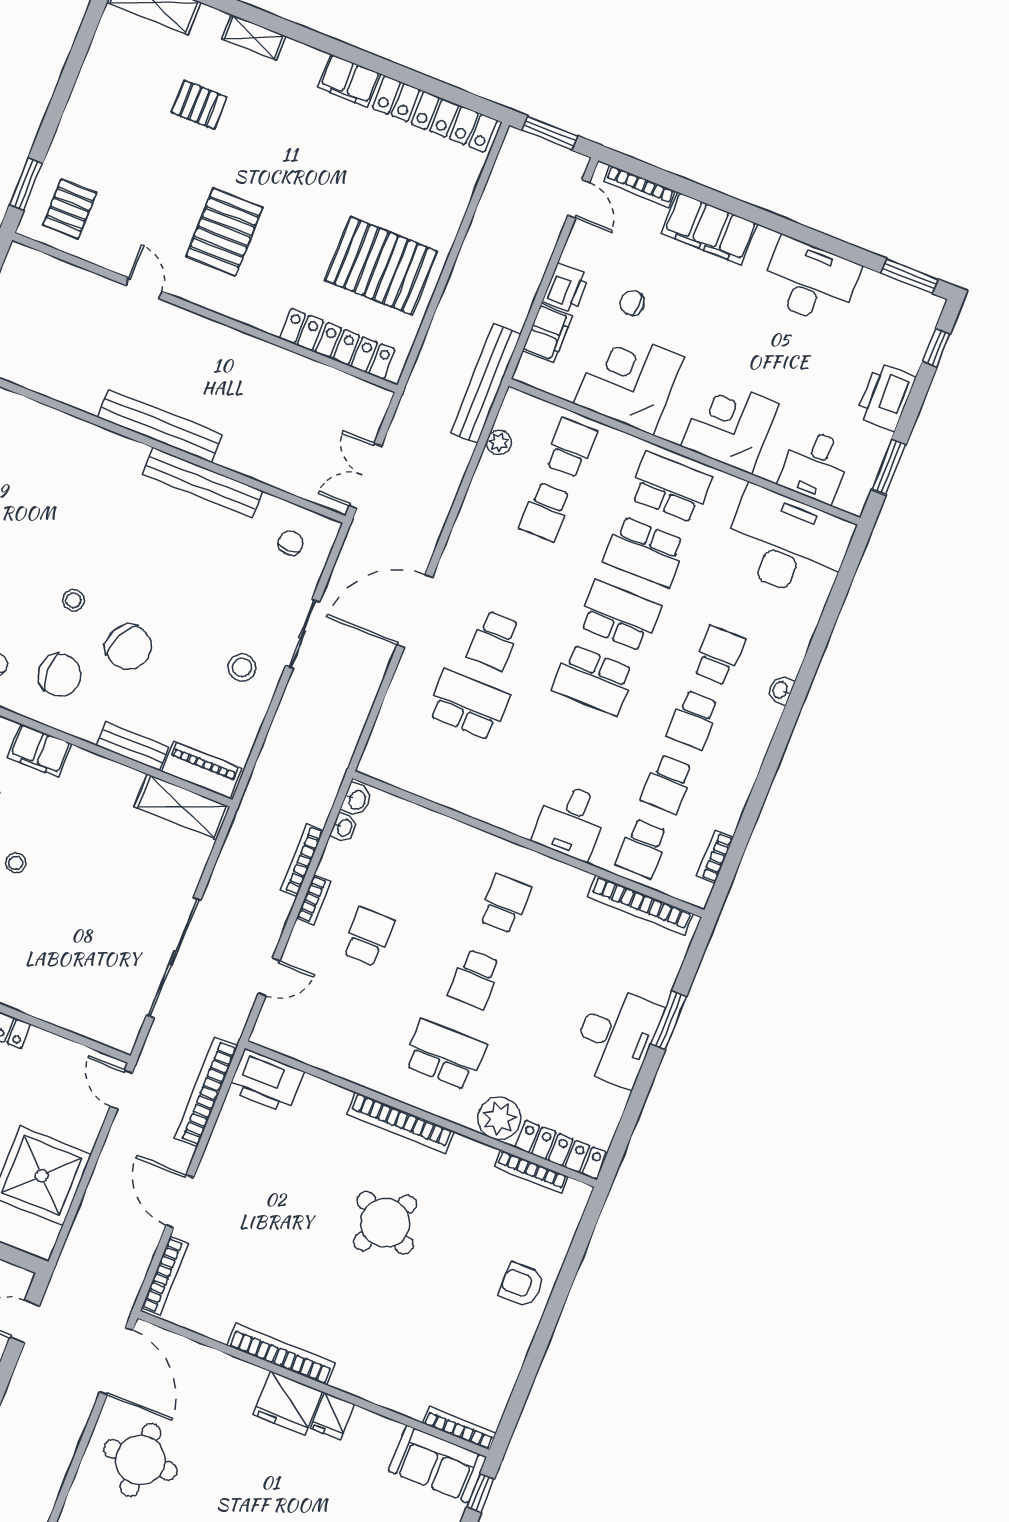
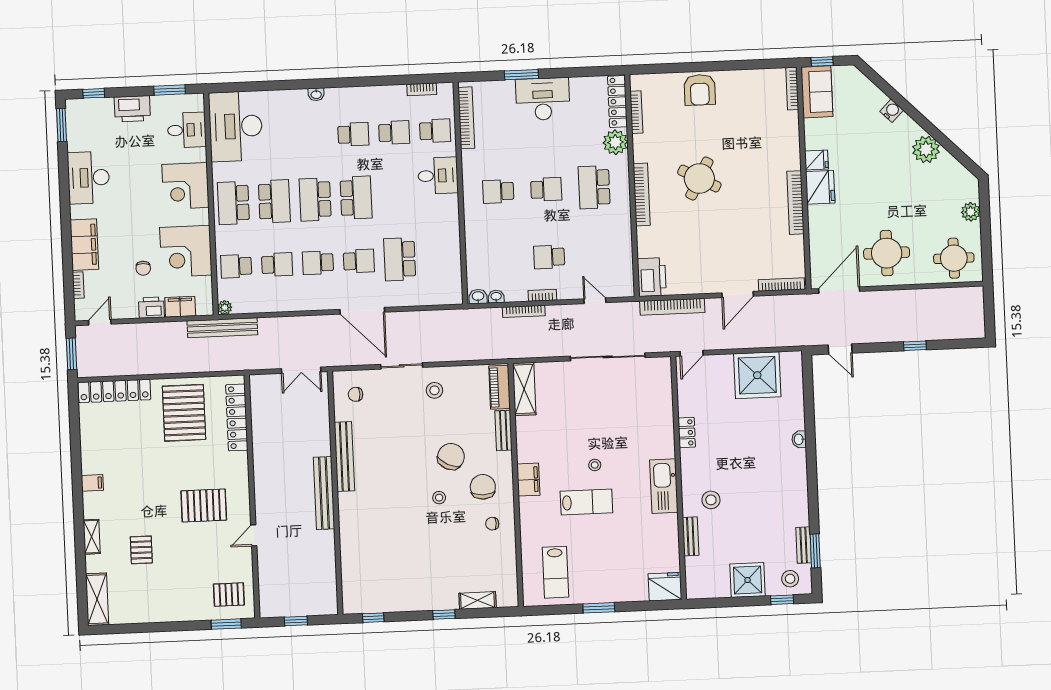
filing cabinet: (349, 81) -> (92, 483), width x0.50
locker: (435, 114) -> (114, 391), moved, turned 90
bookcase: (640, 186) -> (78, 285), width x0.64
plant: (499, 442) -> (225, 308), moved
school desk: (719, 655) -> (318, 263), moved
armchair: (522, 1285) -> (700, 90), width x1.38, depth x1.38

